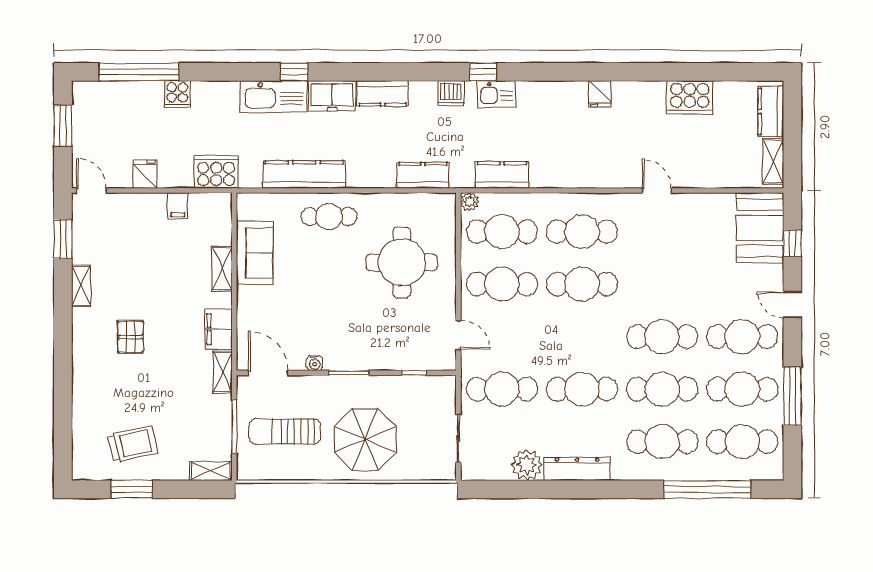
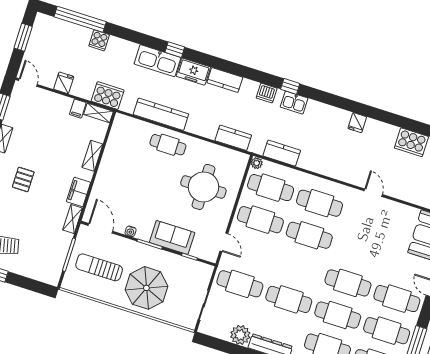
sofa: (255, 253) -> (172, 237), moved, turned -90
shelving: (211, 471) -> (98, 113), moved

